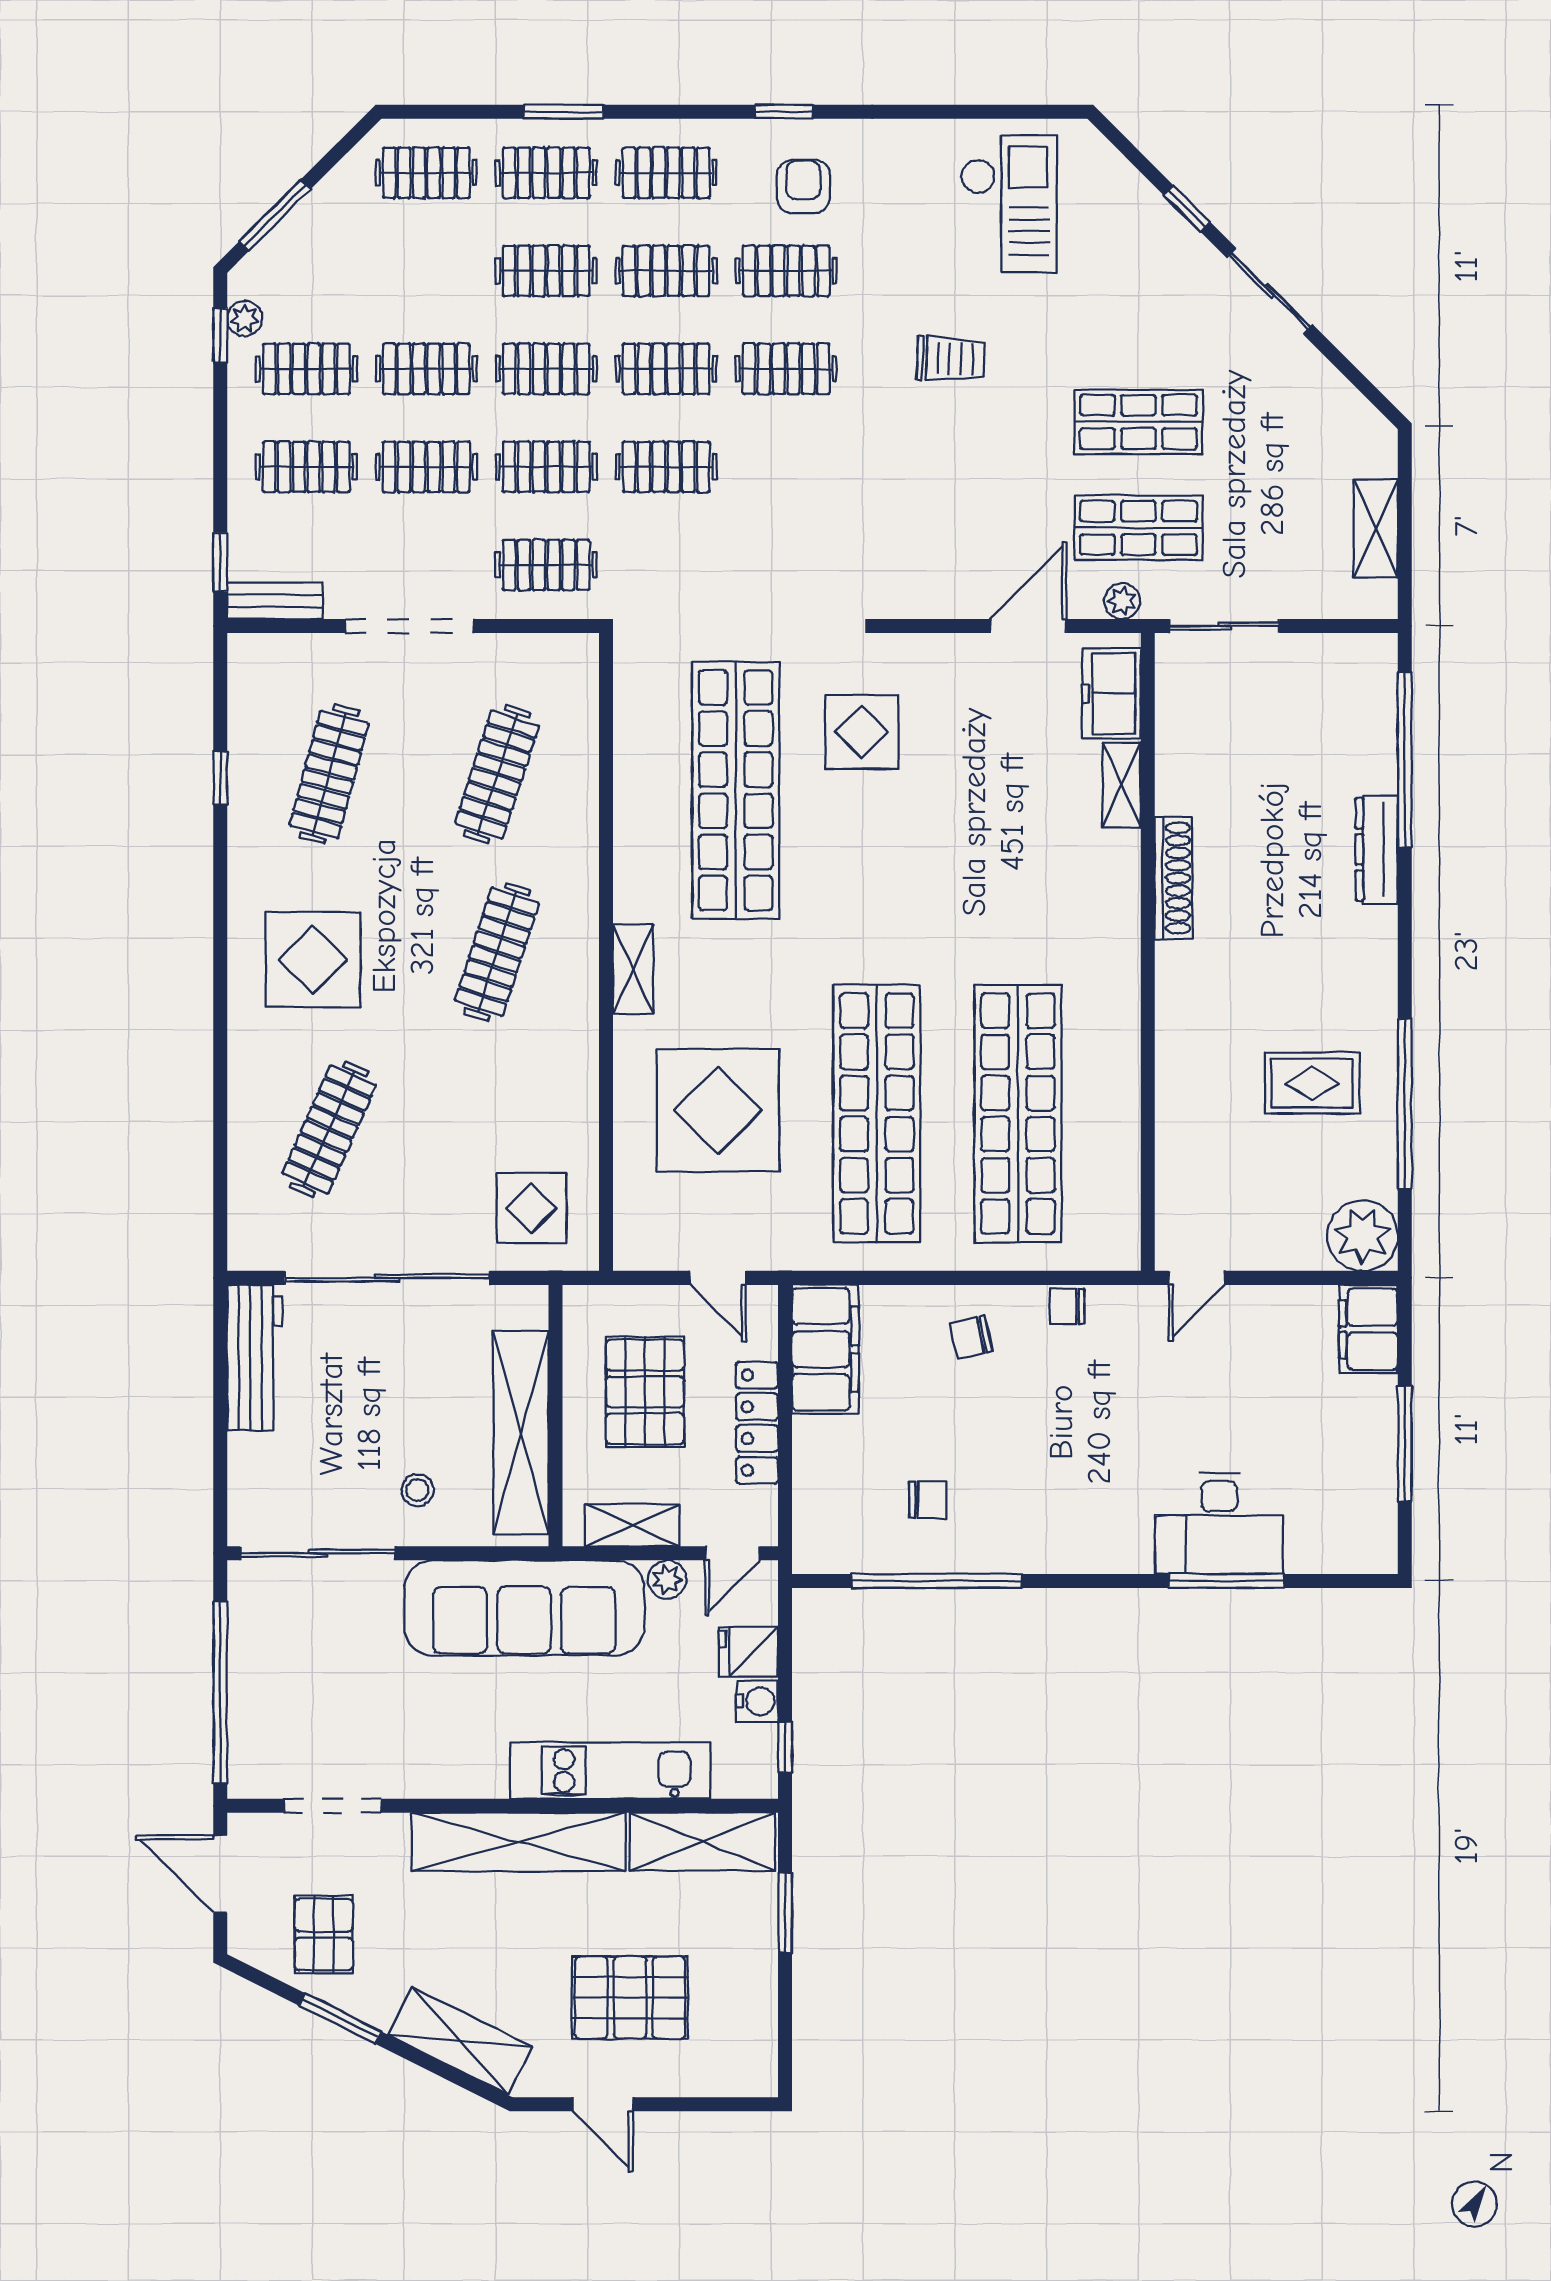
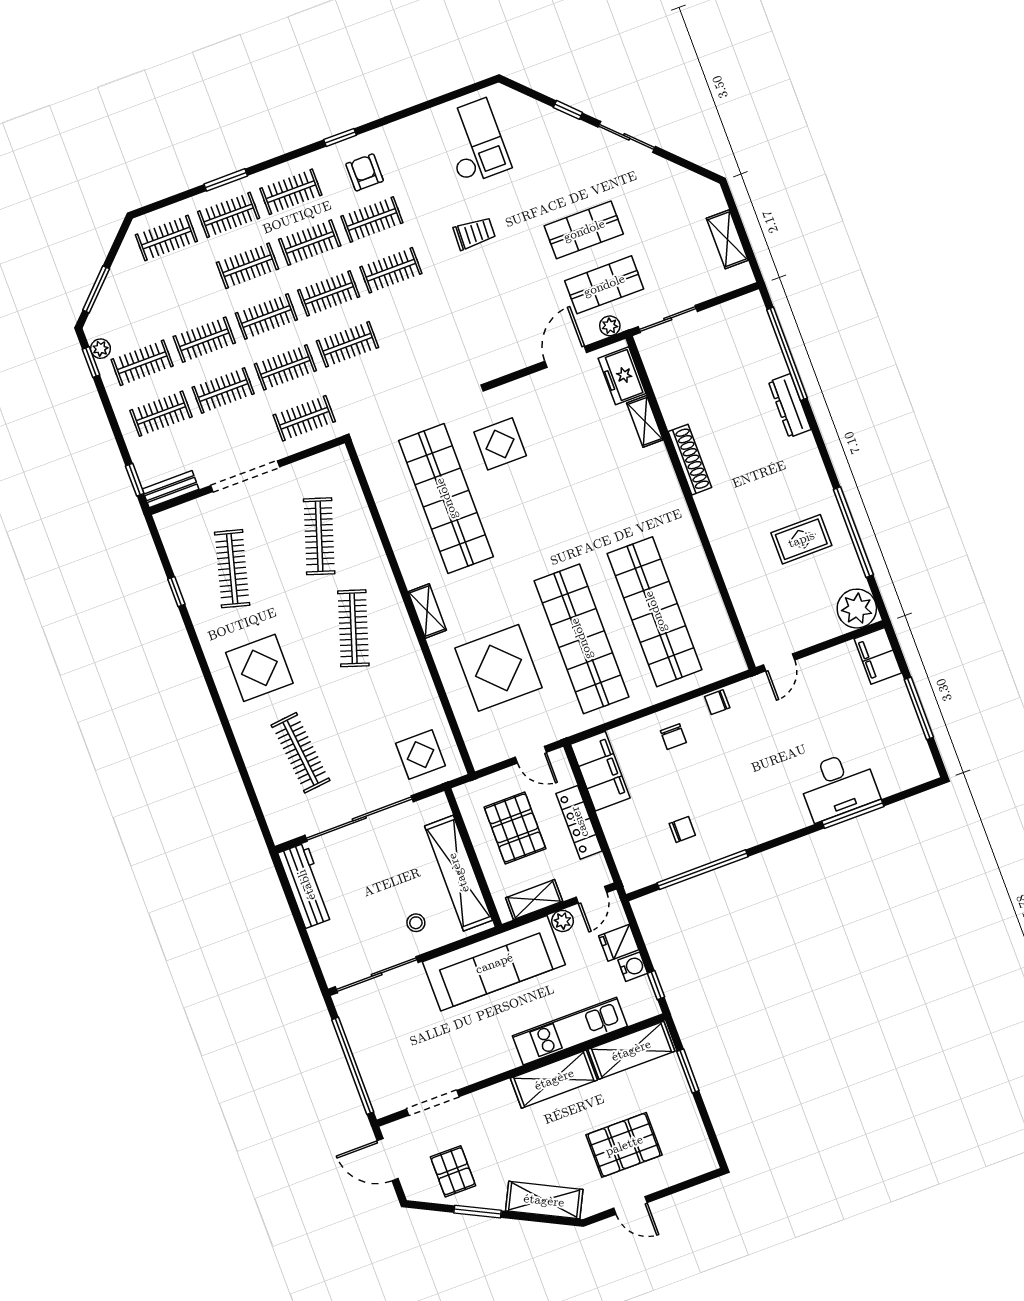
clothes rail: (329, 1129) -> (301, 753), turned -30
chair: (971, 1337) -> (673, 737), turned -78
shelving: (519, 1842) -> (554, 1079), width x0.68

